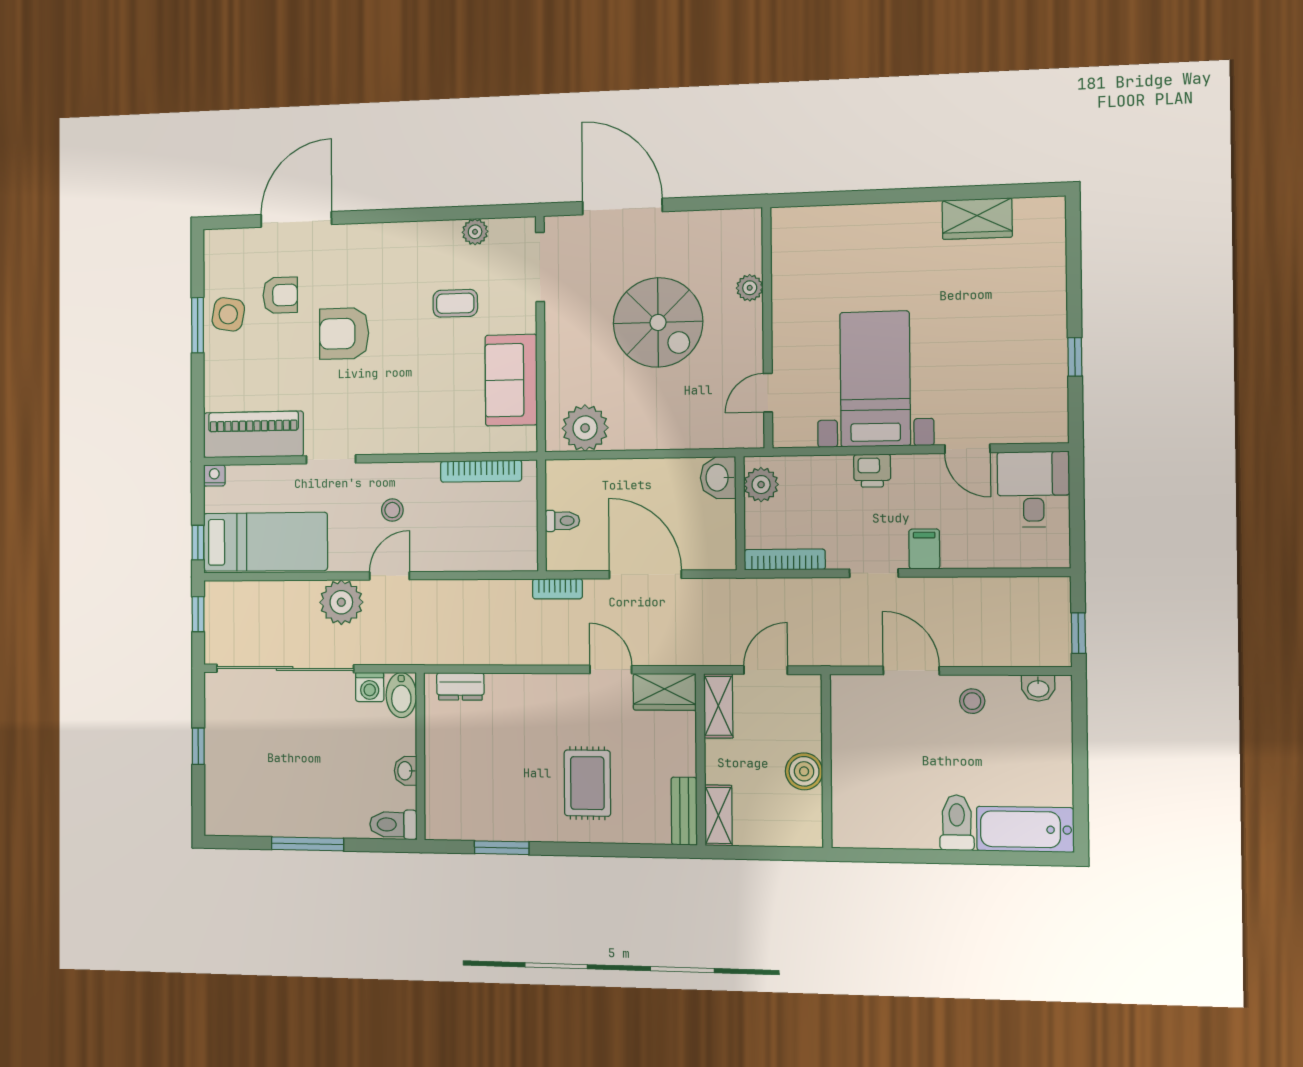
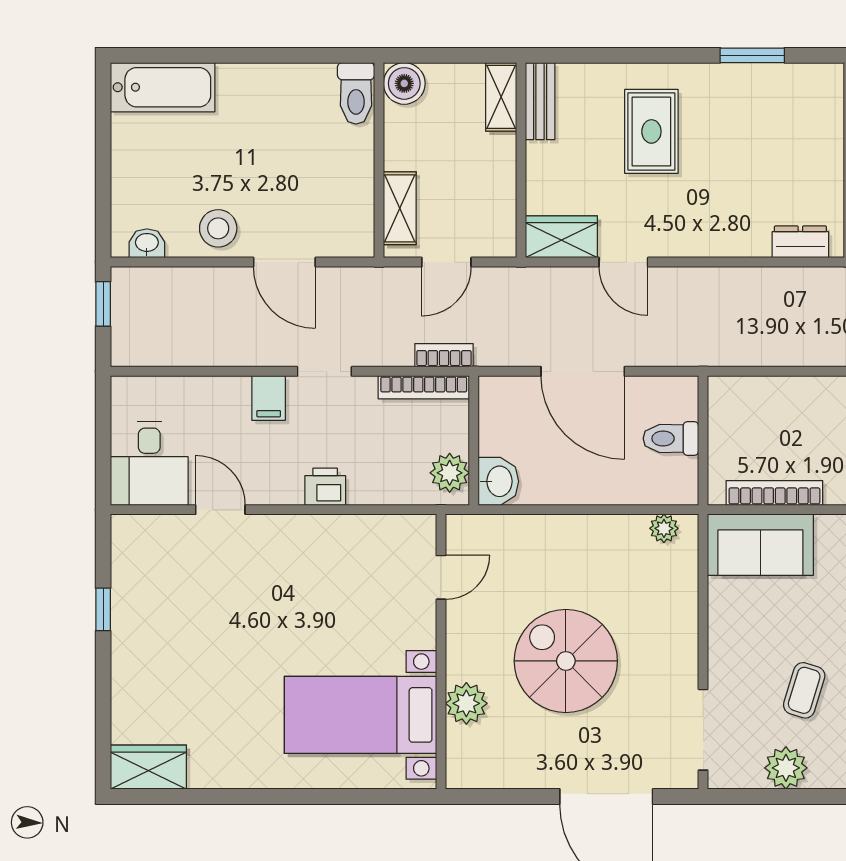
wardrobe: (977, 219) -> (148, 767), moved
plant: (475, 232) -> (786, 768), width x1.38, depth x1.38
plant: (750, 288) -> (466, 703), width x1.38, depth x1.38
coffee table: (455, 303) -> (804, 690), turned -73
bed with nightstands: (875, 379) -> (360, 715), moved, turned 90
sofa: (511, 380) -> (760, 545), moved, turned 90
plant: (585, 428) -> (664, 528), width x0.53, depth x0.53
toilet: (562, 521) -> (671, 438), width x1.37, depth x1.39
bookcase: (557, 589) -> (444, 355), moved
stool: (972, 701) -> (218, 228), width x1.37, depth x1.37
shelving: (718, 706) -> (400, 208), moved
boiler: (804, 771) -> (404, 83), moved
toilet: (957, 823) -> (356, 93), moved

